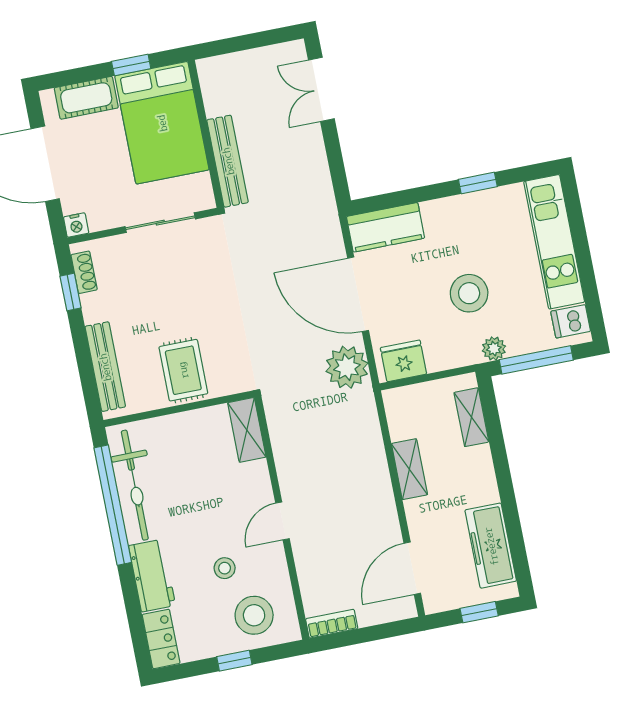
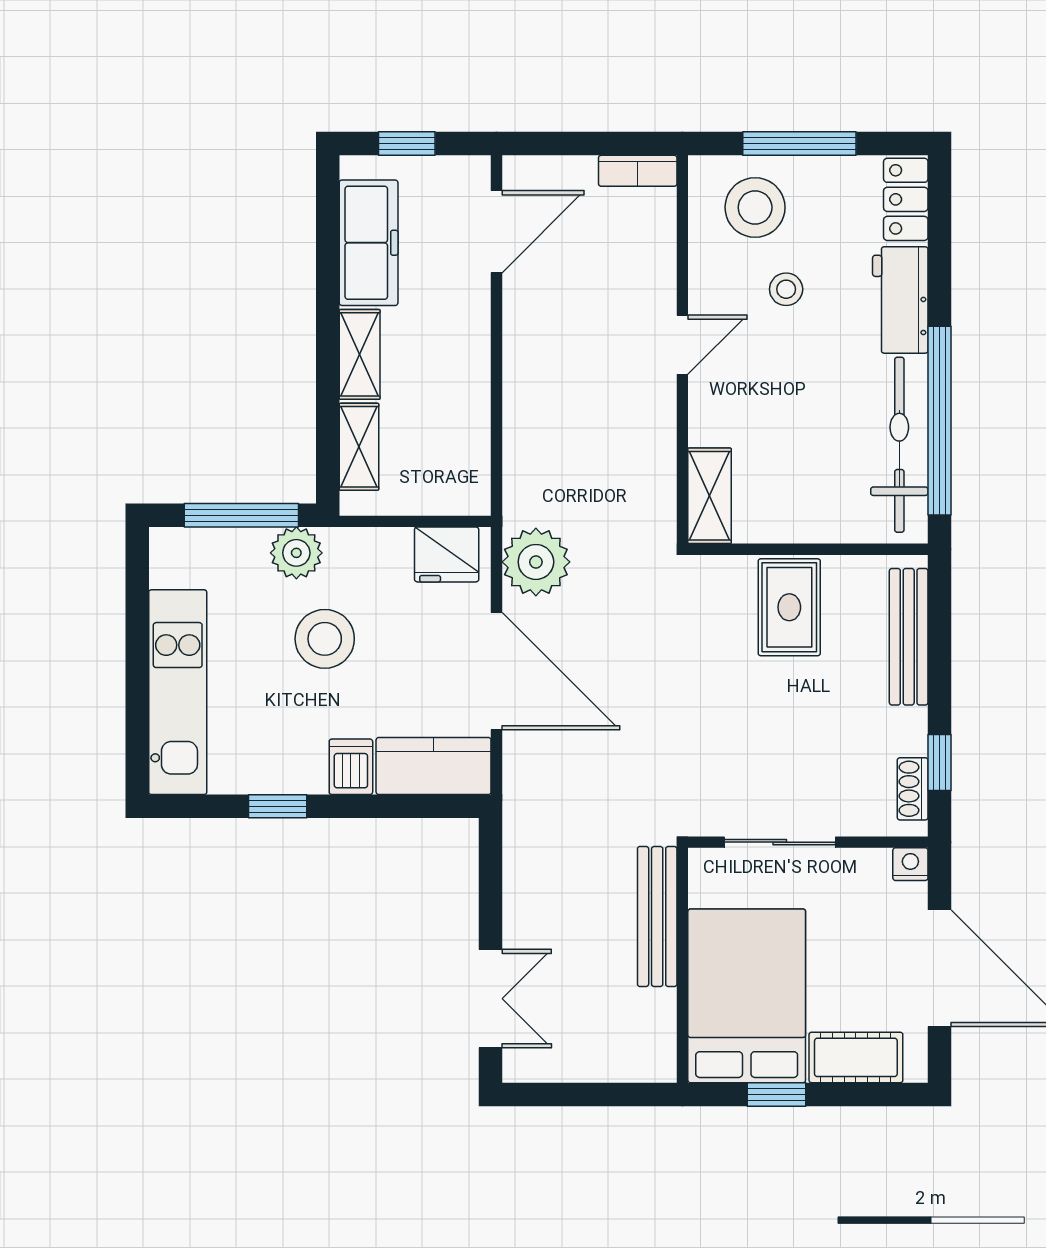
dishwasher: (571, 321) -> (351, 767), moved, turned -90
plant: (494, 349) -> (296, 553), width x1.38, depth x1.38
shelving: (409, 469) -> (360, 354), moved
window: (234, 661) -> (799, 144), width x2.17

